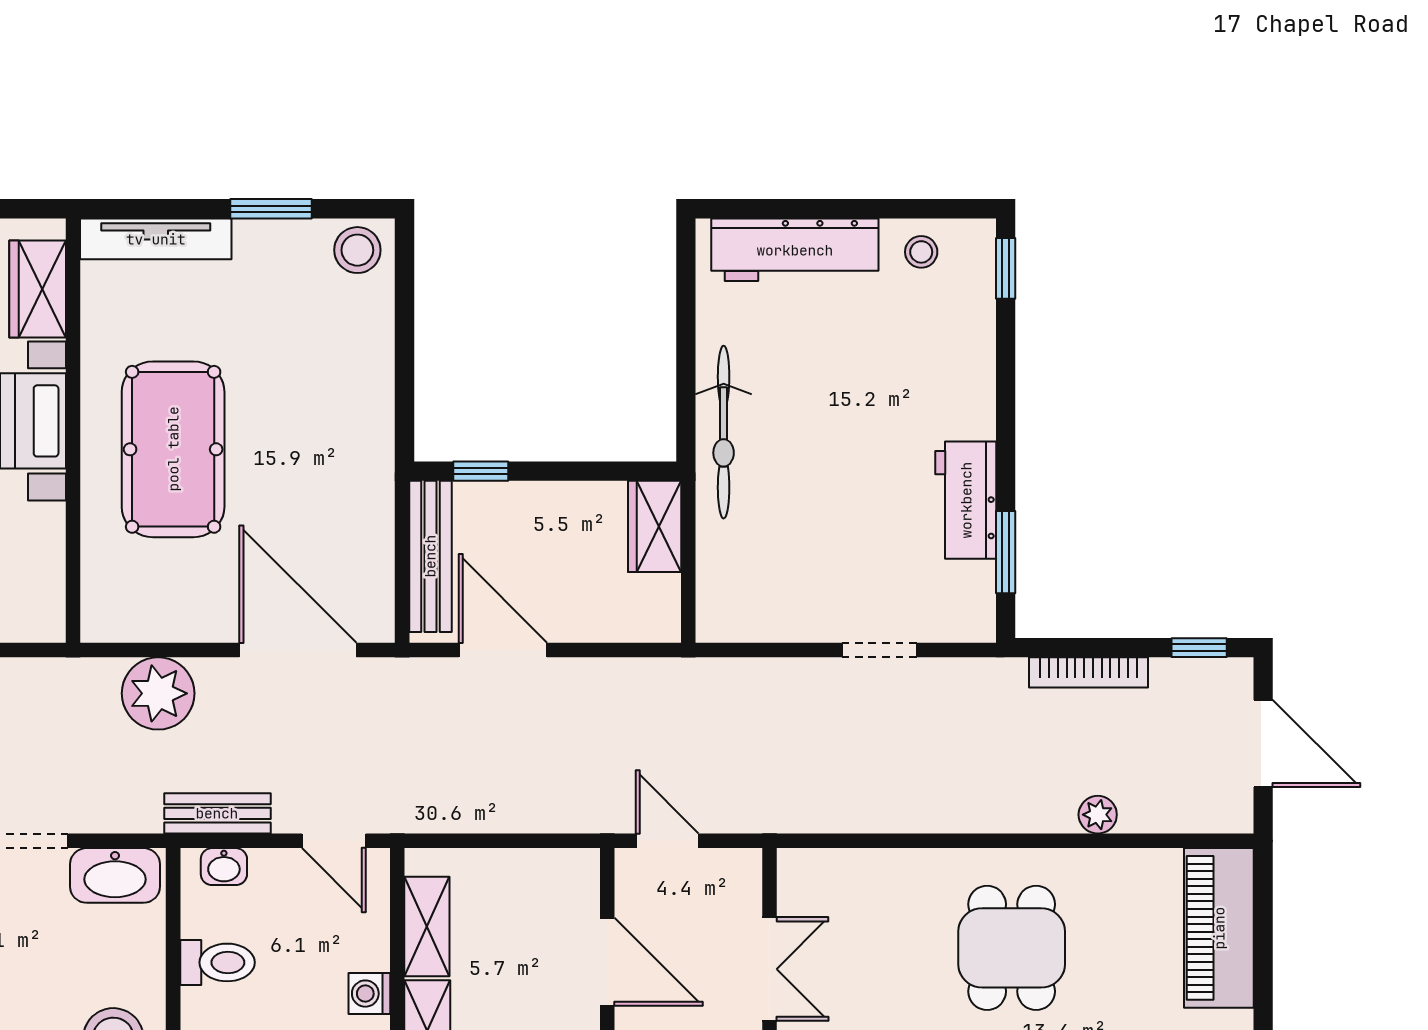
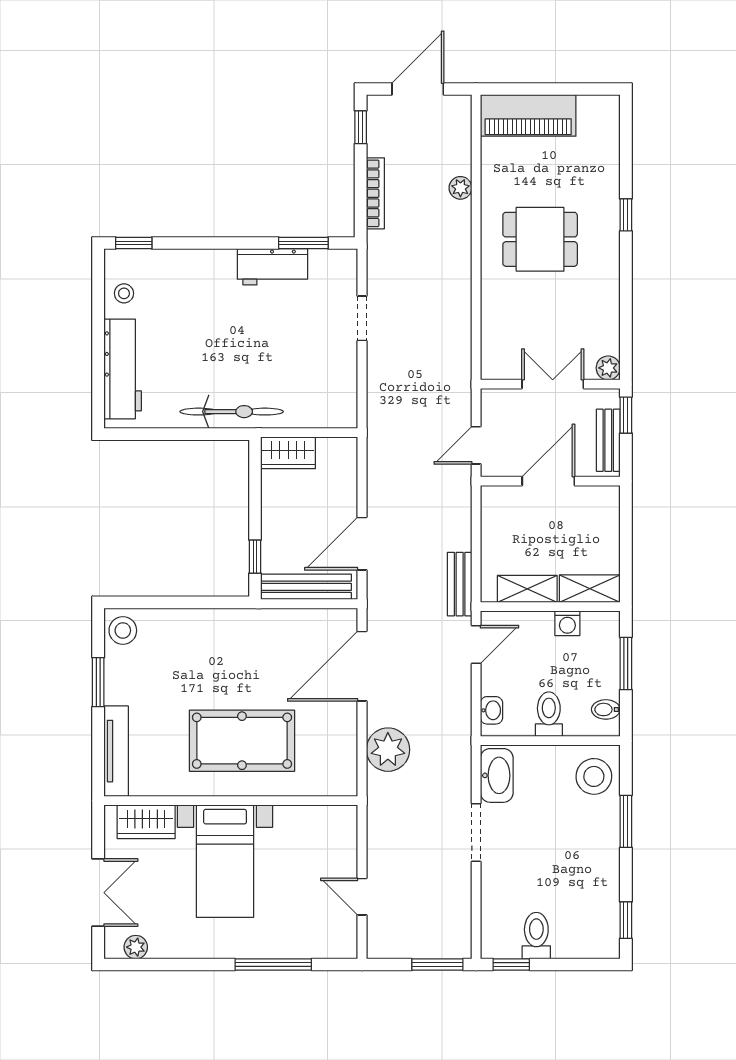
bench: (217, 813) -> (460, 584), moved

